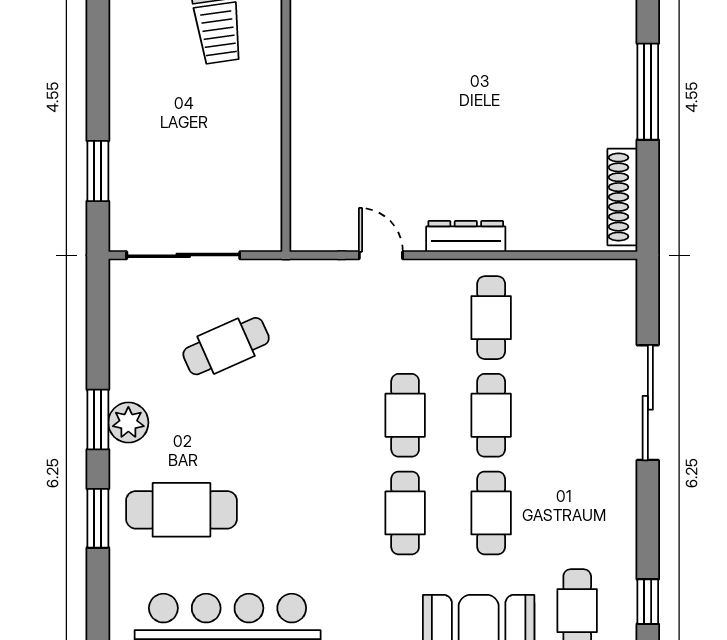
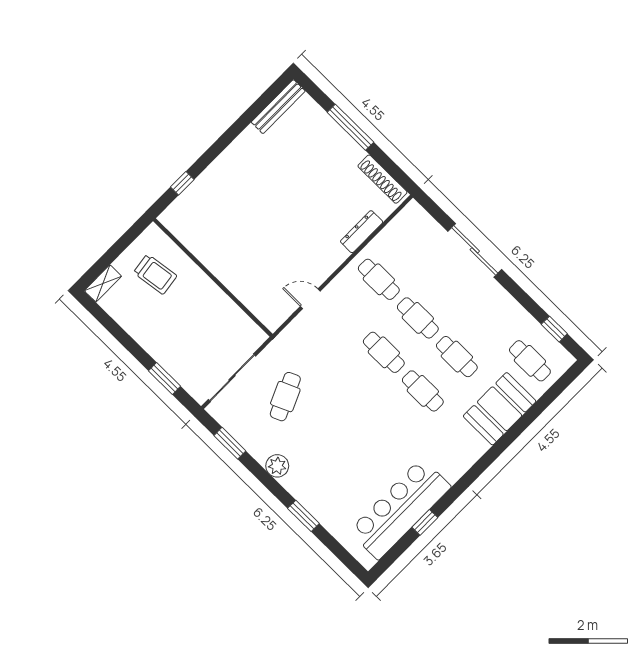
dresser: (466, 236) -> (362, 232), moved
window: (98, 419) -> (230, 443), moved
cafe table: (181, 510) -> (333, 479), removed

